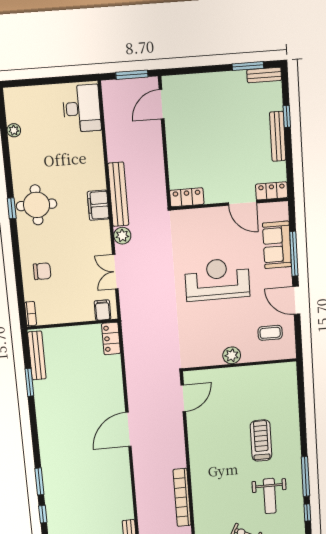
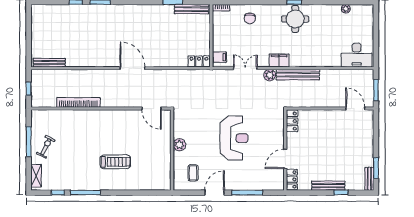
filing cabinet: (98, 205) -> (279, 60), moved
sofa: (277, 245) -> (255, 181), removed
weight bench: (270, 496) -> (73, 166), removed

